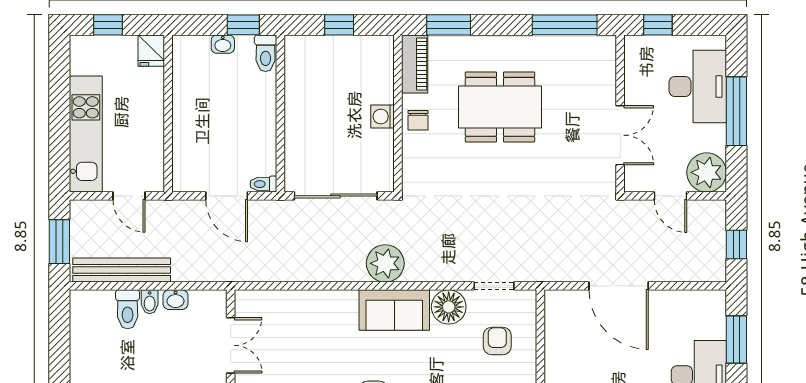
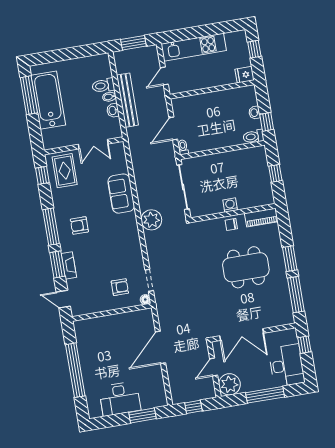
window: (449, 25) -> (290, 259), moved
desk: (698, 86) -> (287, 365), moved, turned -90
dining table: (500, 107) -> (246, 267), turned 90
double door: (620, 135) -> (242, 335), width x1.37
bench: (122, 270) -> (127, 100), moved
floor lamp: (449, 307) -> (145, 299), moved, width x0.53, depth x0.53
sofa: (394, 310) -> (121, 194), moved

